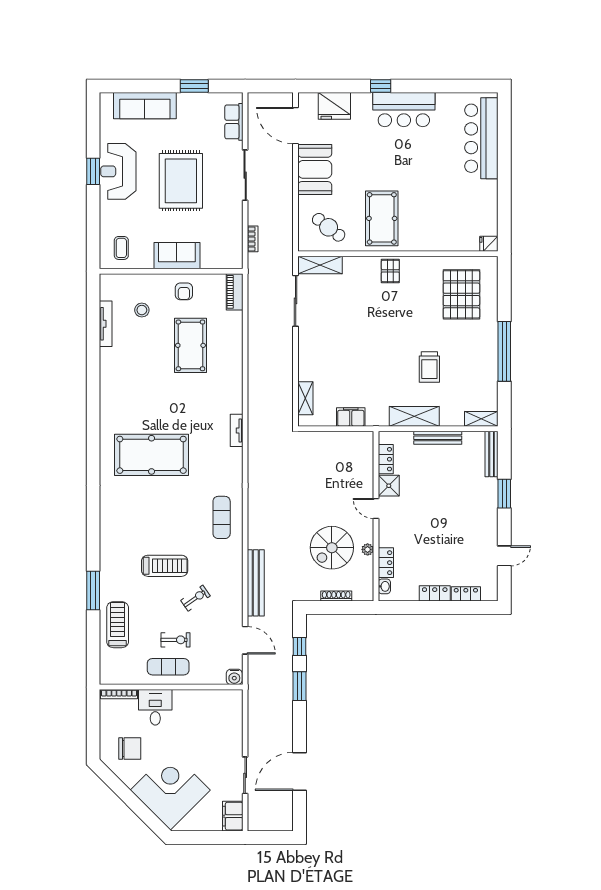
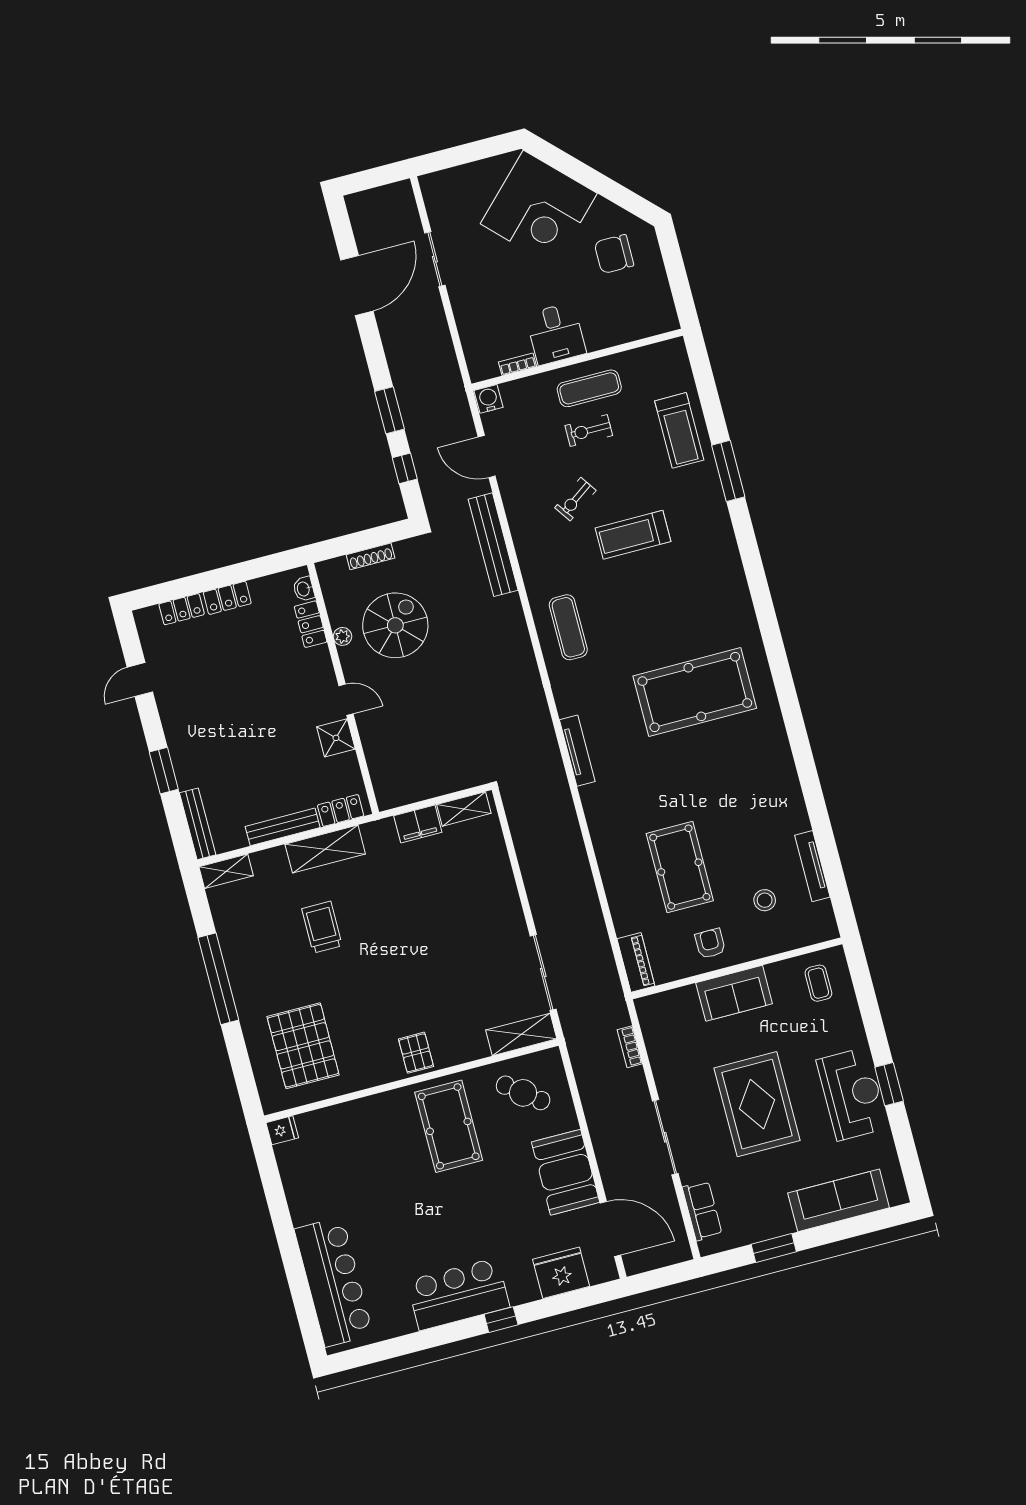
shelving: (305, 398) -> (464, 809), moved, turned 90
tv unit: (237, 430) -> (577, 751), width x1.41
locker: (386, 459) -> (341, 810), moved, turned 90
bookcase: (119, 694) -> (518, 364), moved, width x0.64
desk: (155, 707) -> (556, 334), moved
filing cabinet: (233, 816) -> (437, 195), removed

